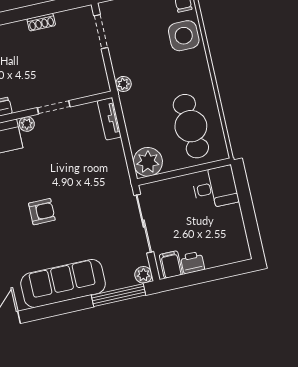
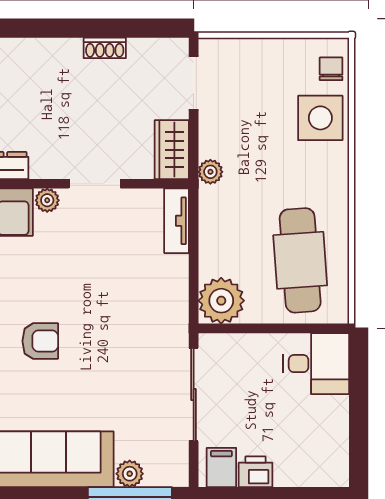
wardrobe: (97, 76) -> (172, 150), added
plant: (143, 275) -> (130, 474), moved

